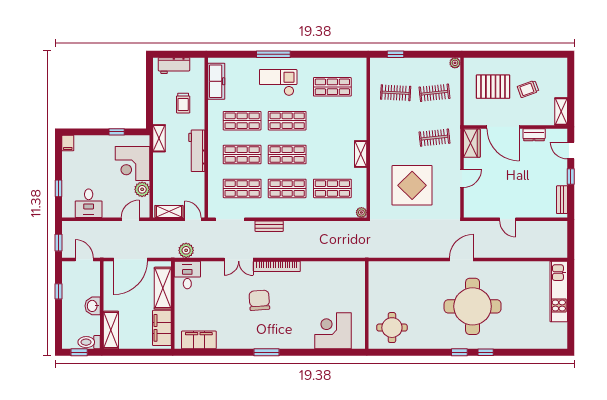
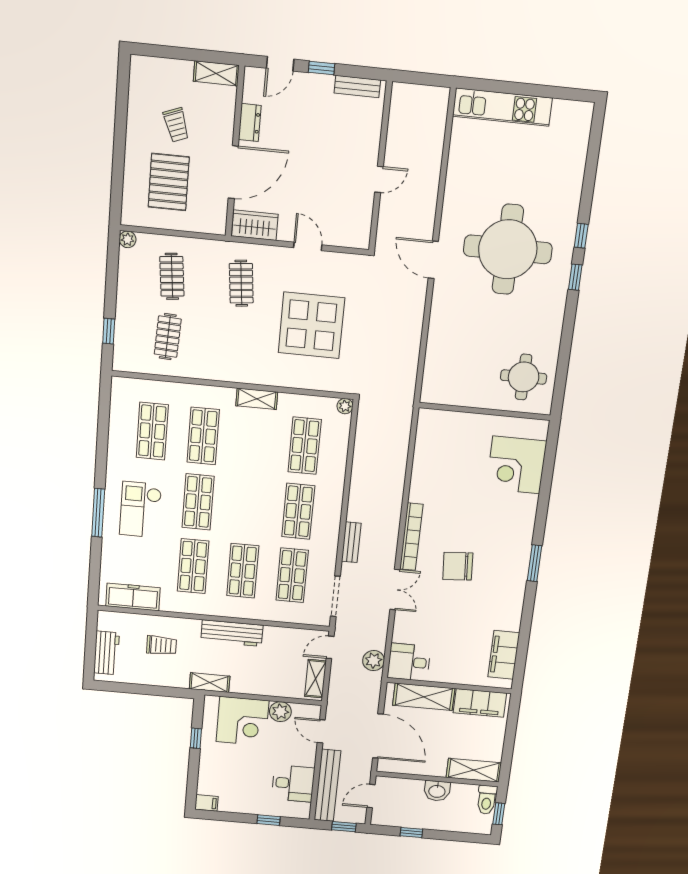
shop shelf: (287, 155) -> (203, 436), moved
bench: (89, 228) -> (327, 785), added

